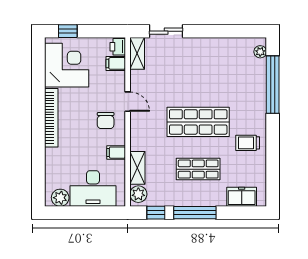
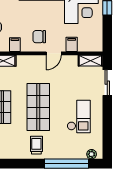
printer: (118, 47) -> (95, 46), removed
filing cabinet: (116, 63) -> (72, 44), moved
checkout: (211, 69) -> (79, 116), added
trolley: (248, 143) -> (36, 145), moved

